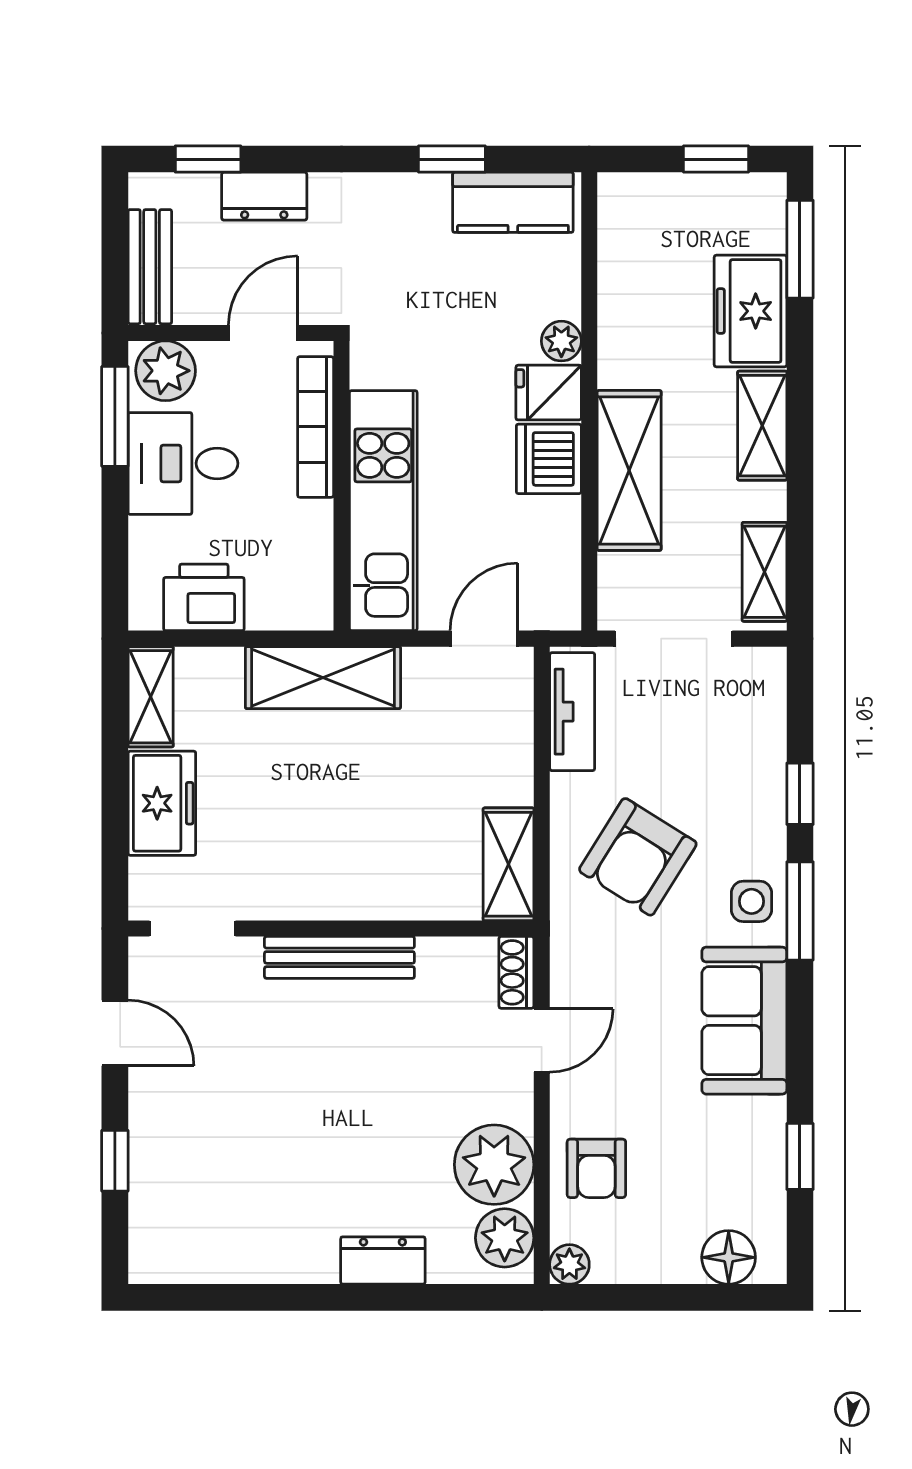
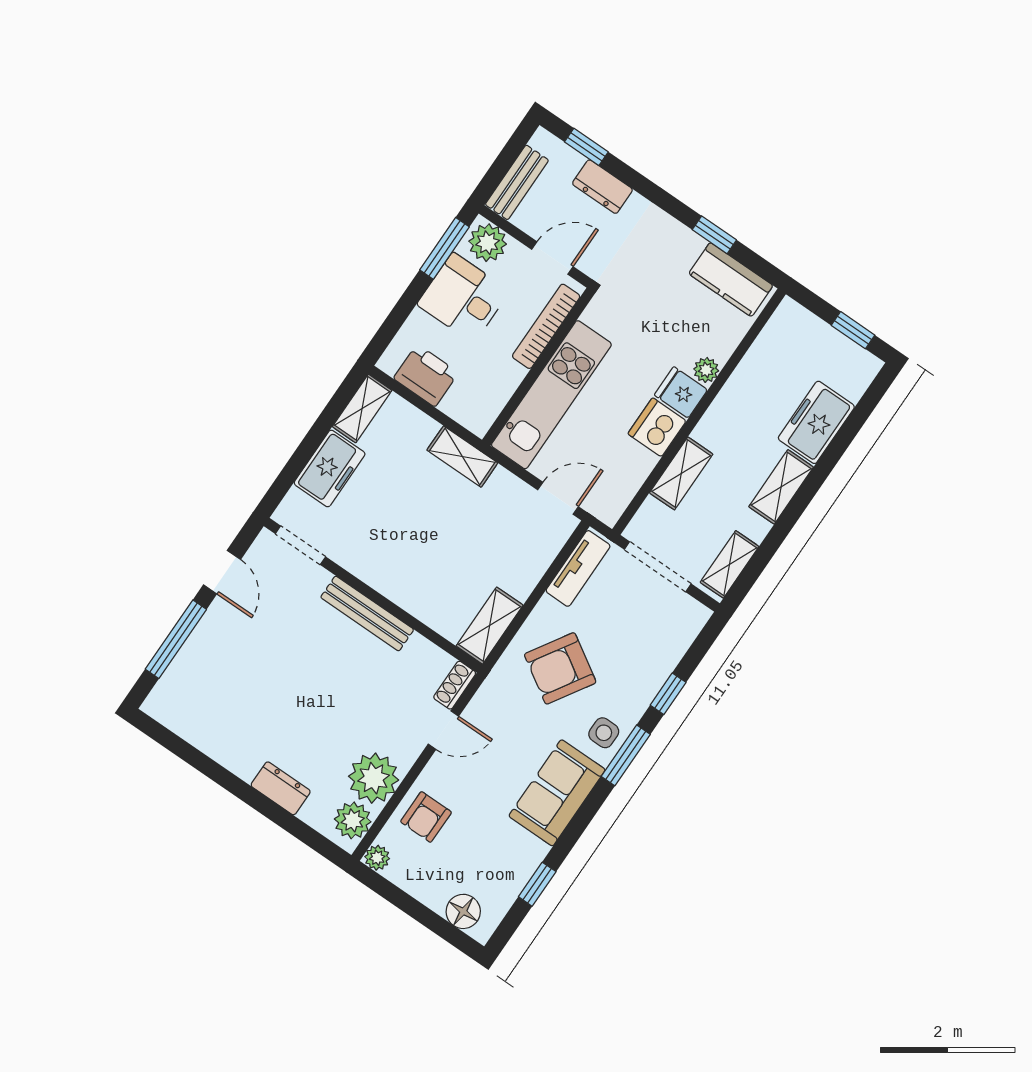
window: (800, 249) -> (865, 408), removed
shelving: (629, 470) -> (681, 473), width x0.67, depth x0.75
shelving: (323, 678) -> (462, 457), width x0.67, depth x0.75
window: (115, 1161) -> (176, 639), width x2.17

